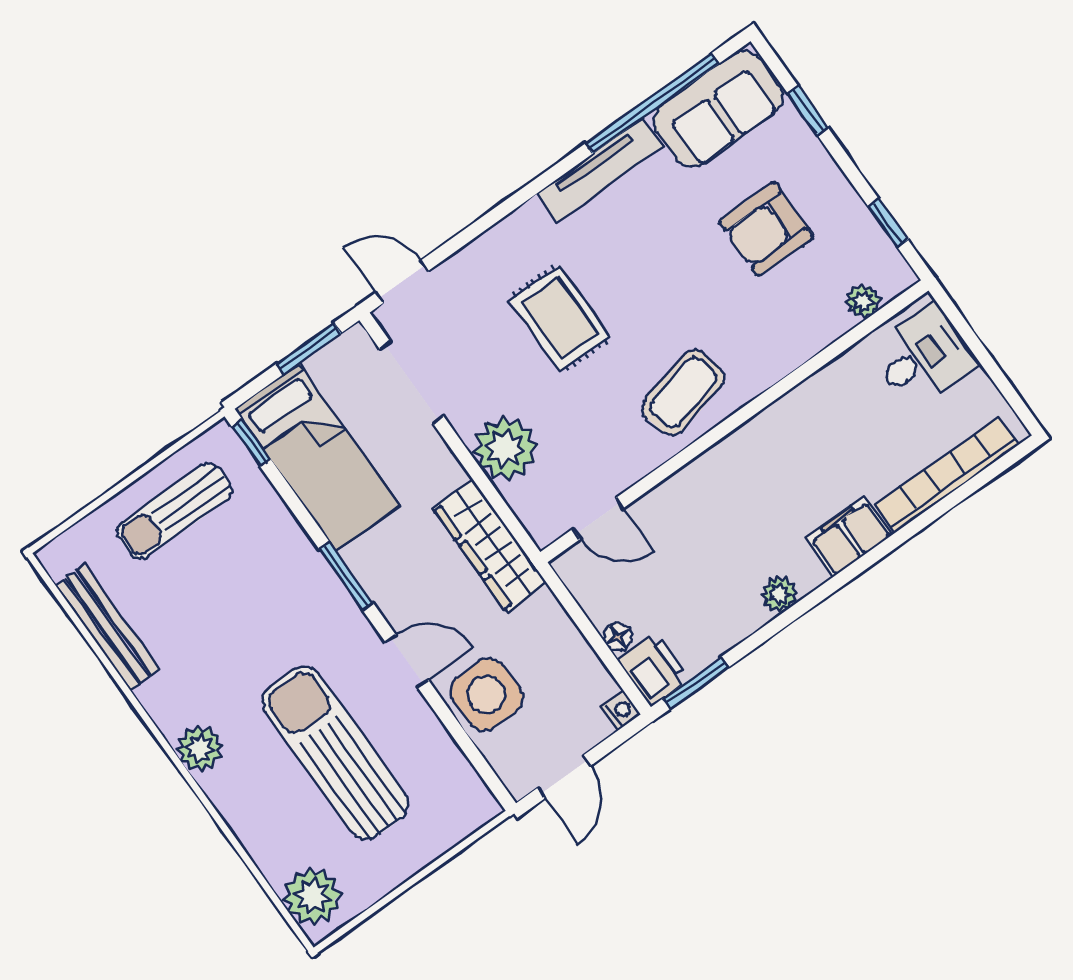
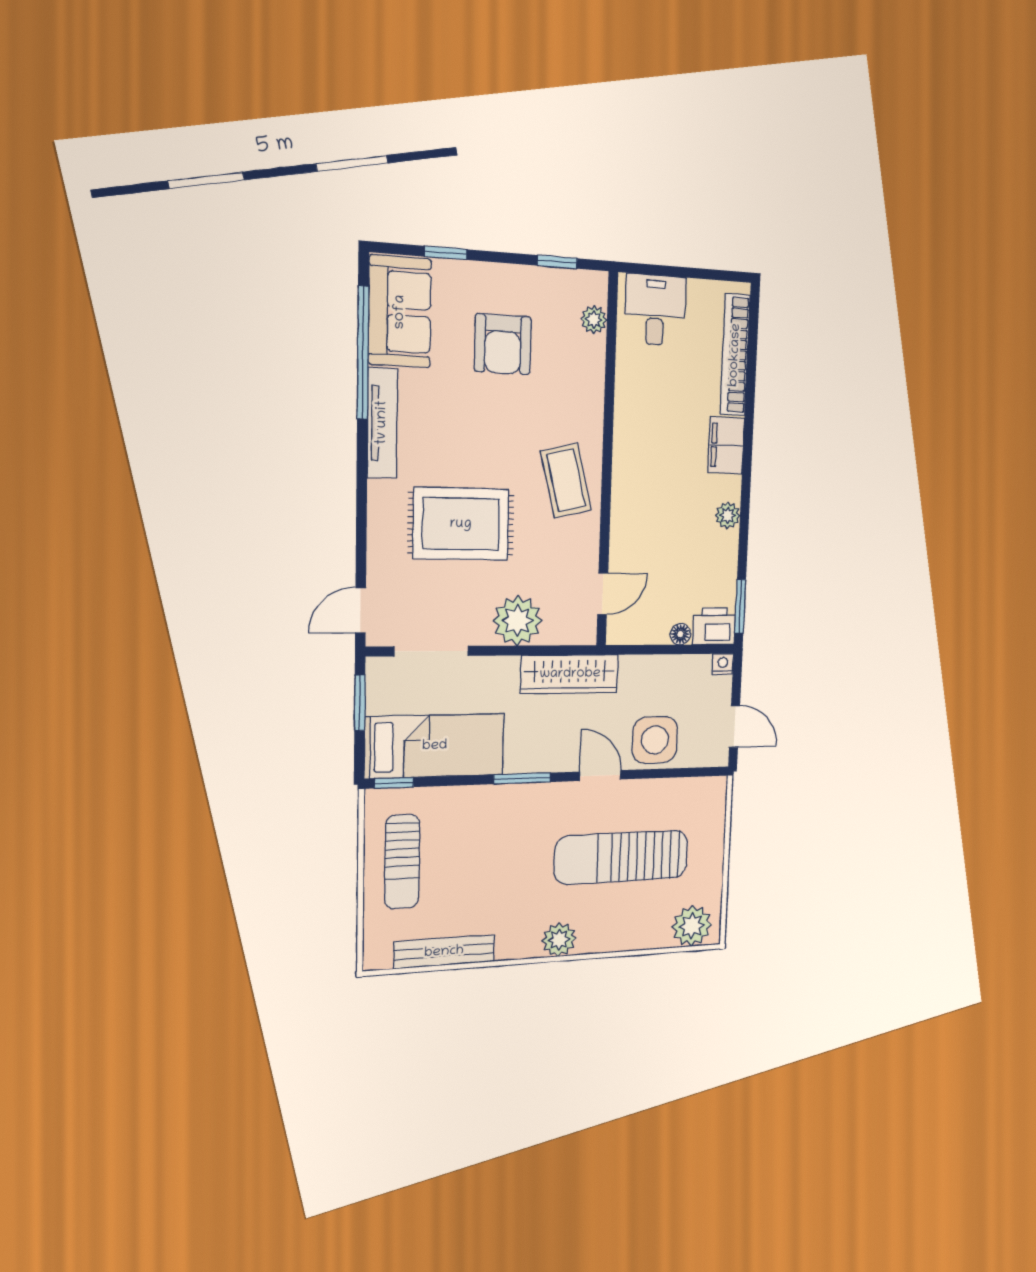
rug: (560, 318) -> (461, 524), width x1.36, depth x1.43
door: (407, 661) -> (600, 776), hinge flipped

